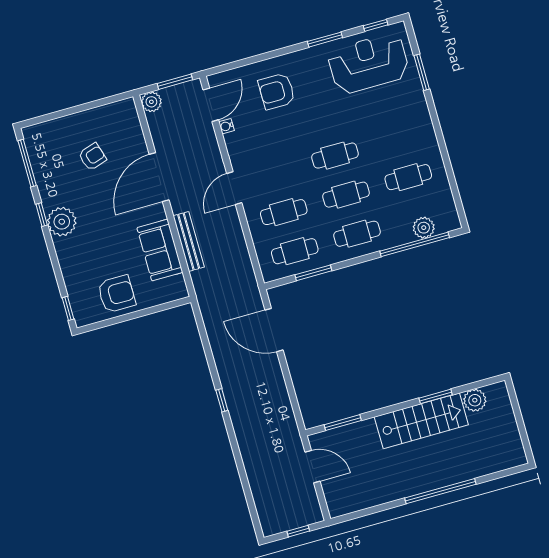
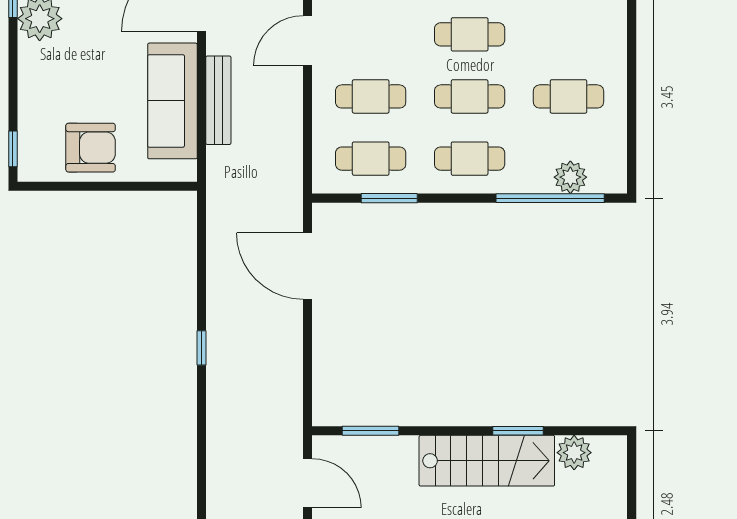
sofa: (160, 250) -> (172, 101), width x1.36

